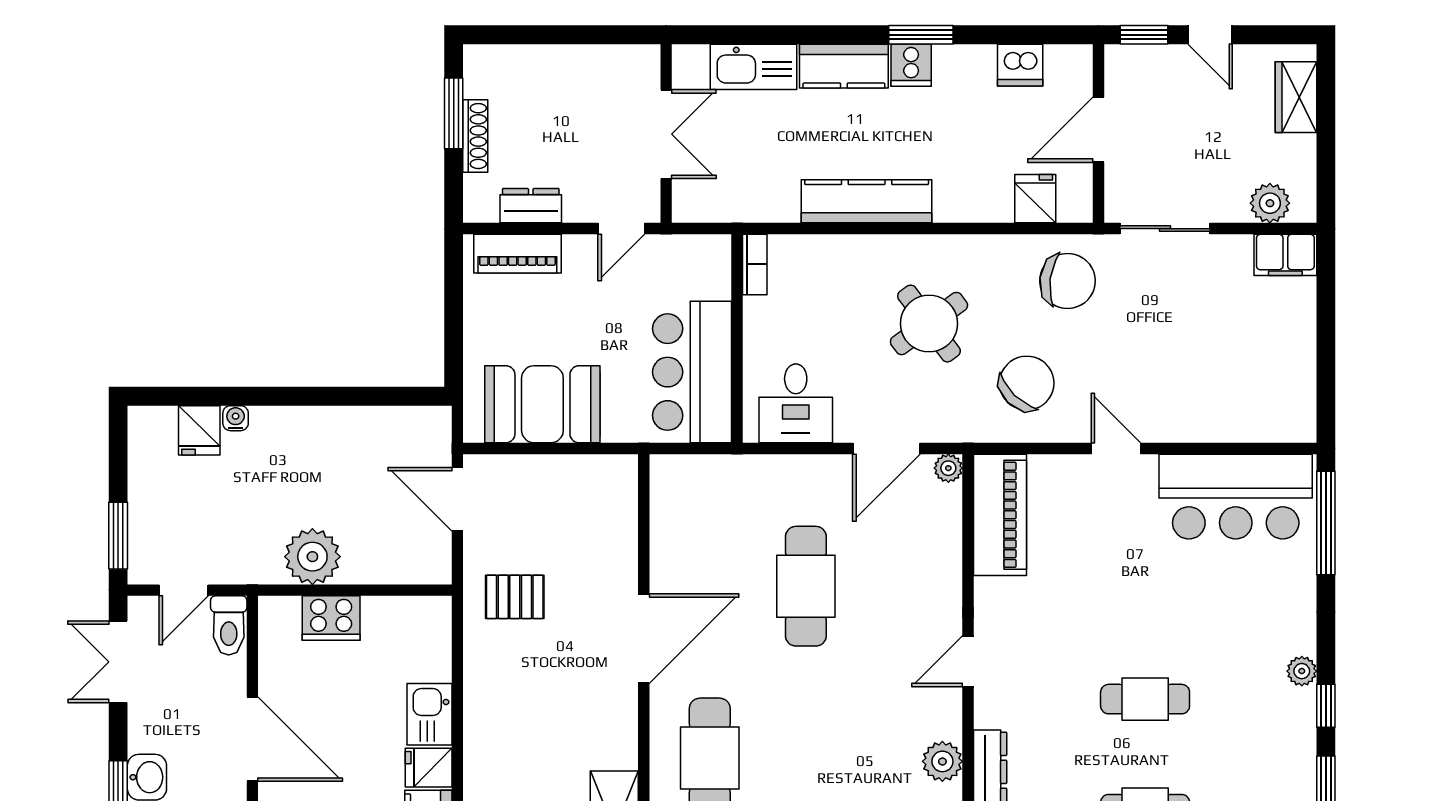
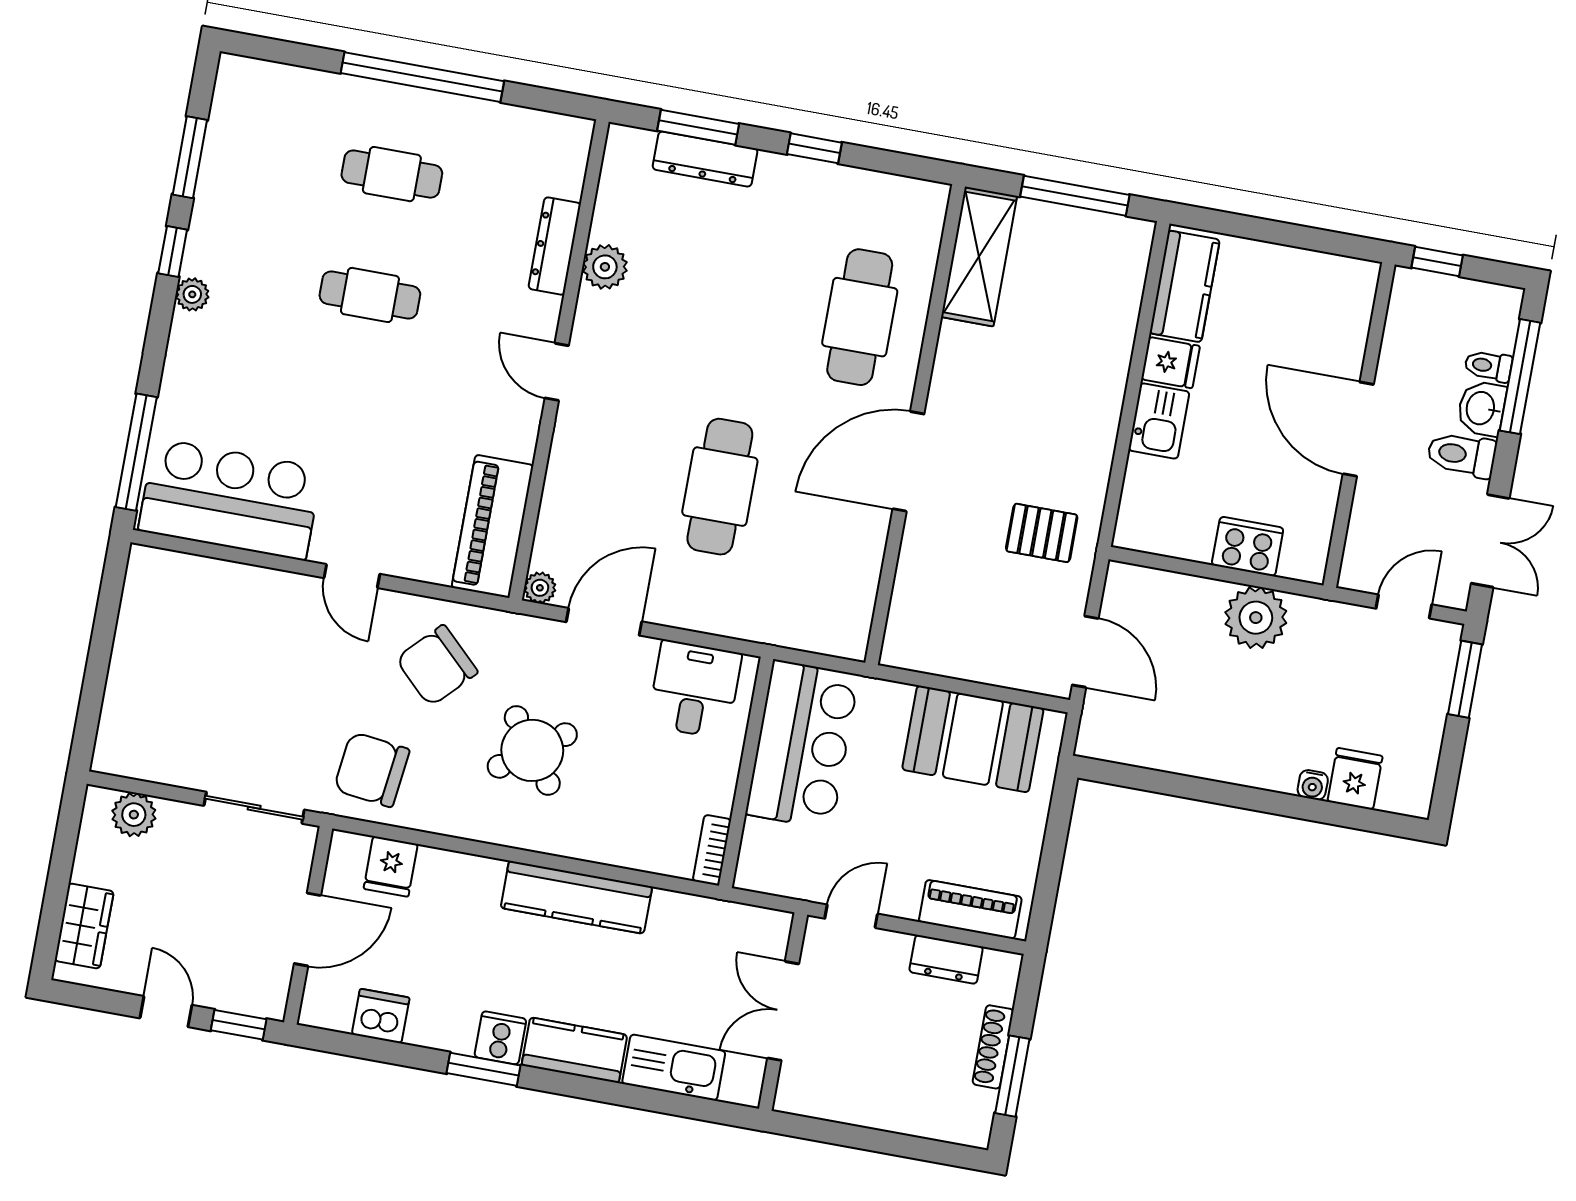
filing cabinet: (1285, 255) -> (127, 755), removed
toilet: (229, 625) -> (1462, 455), moved, turned -90
door: (968, 661) -> (557, 372), swing flipped

